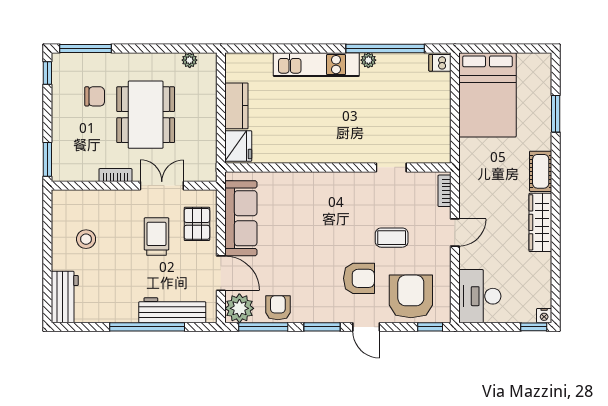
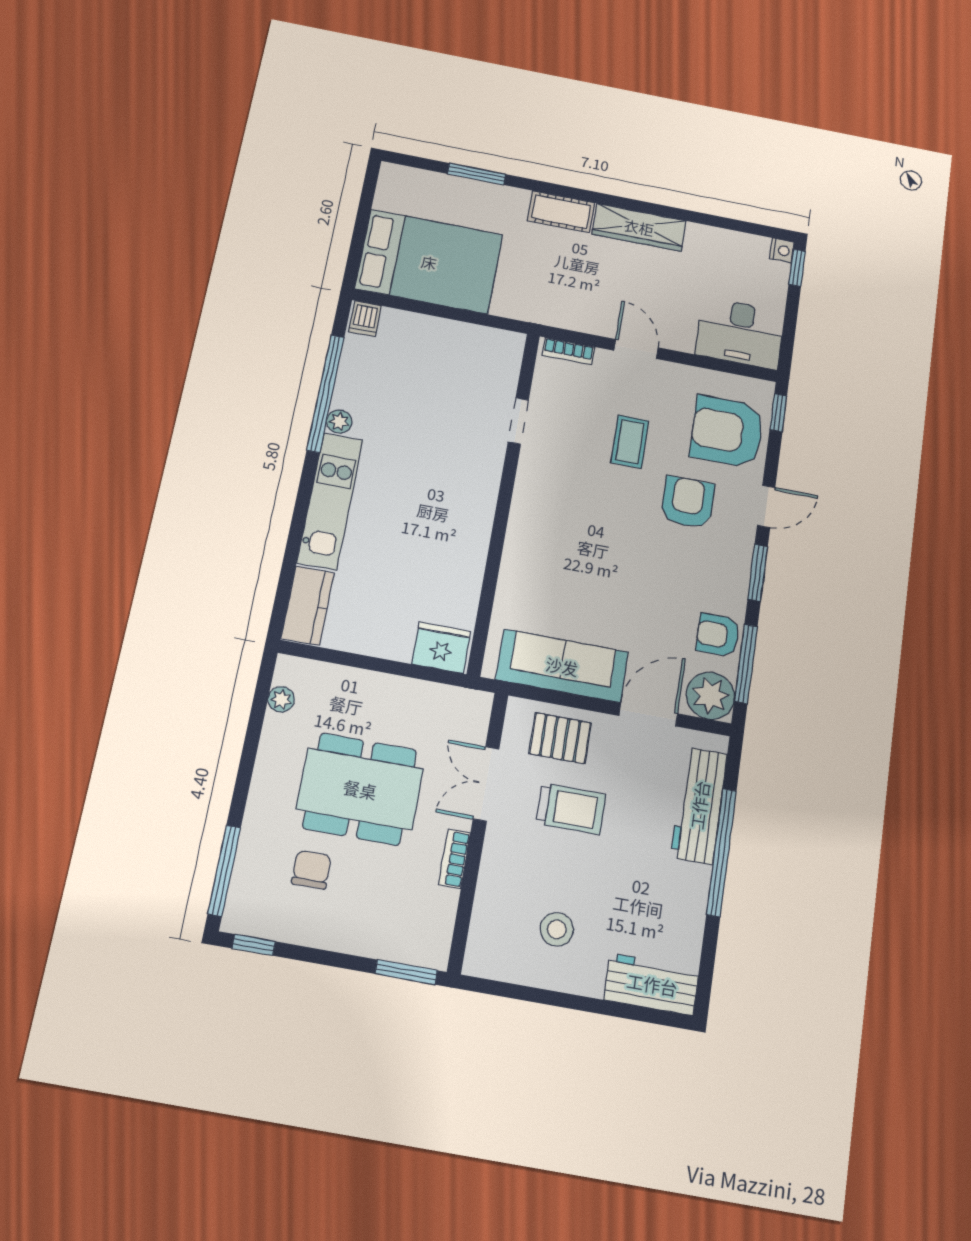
kitchen counter: (236, 106) -> (308, 605), moved, turned 90
trolley: (156, 237) -> (571, 809), turned 180

